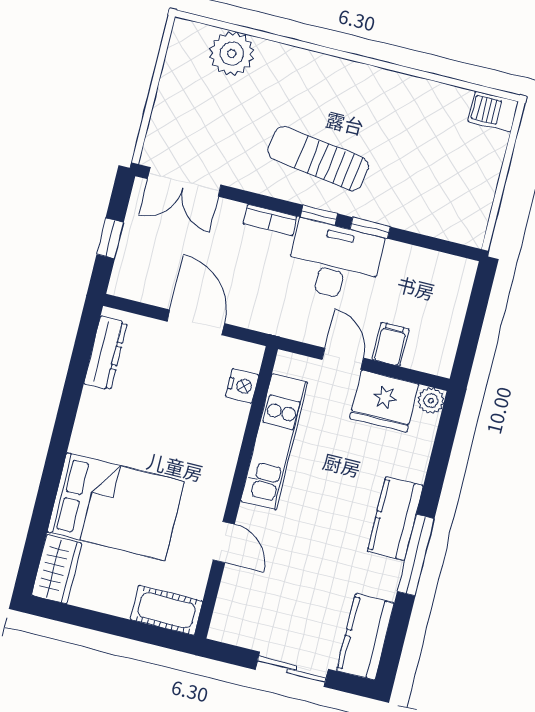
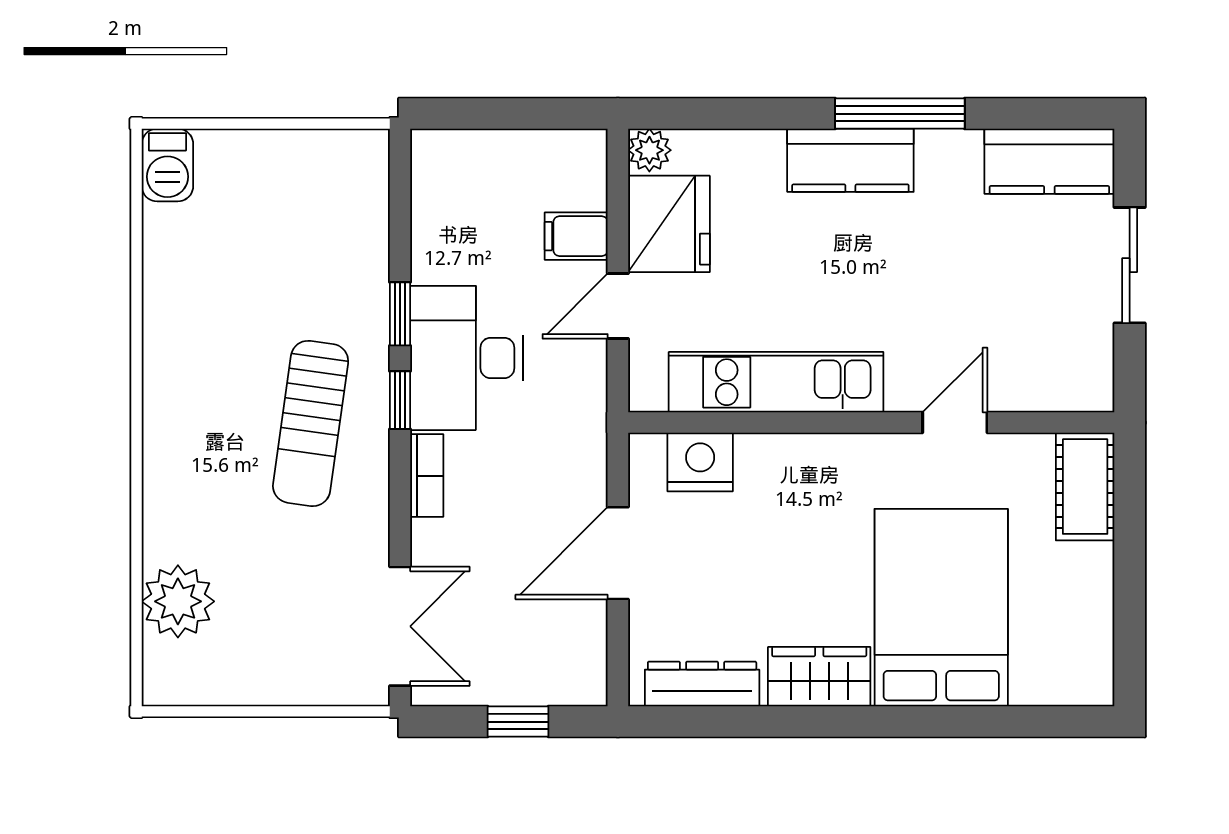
nightstand: (242, 386) -> (700, 462), width x1.36, depth x1.33
wardrobe: (57, 569) -> (819, 677), moved

